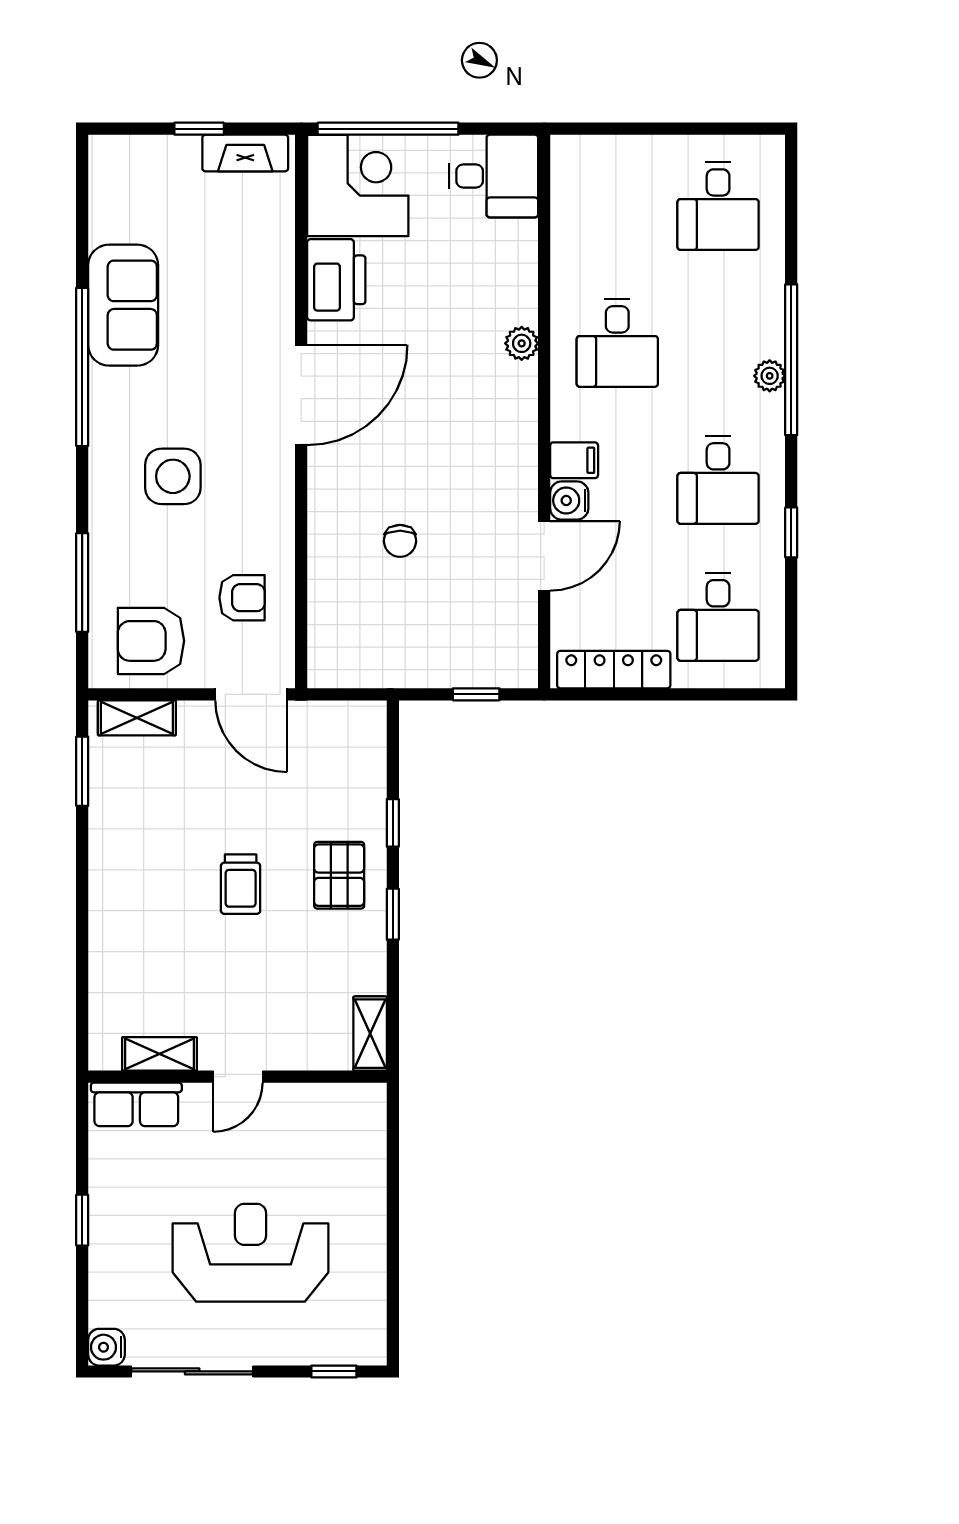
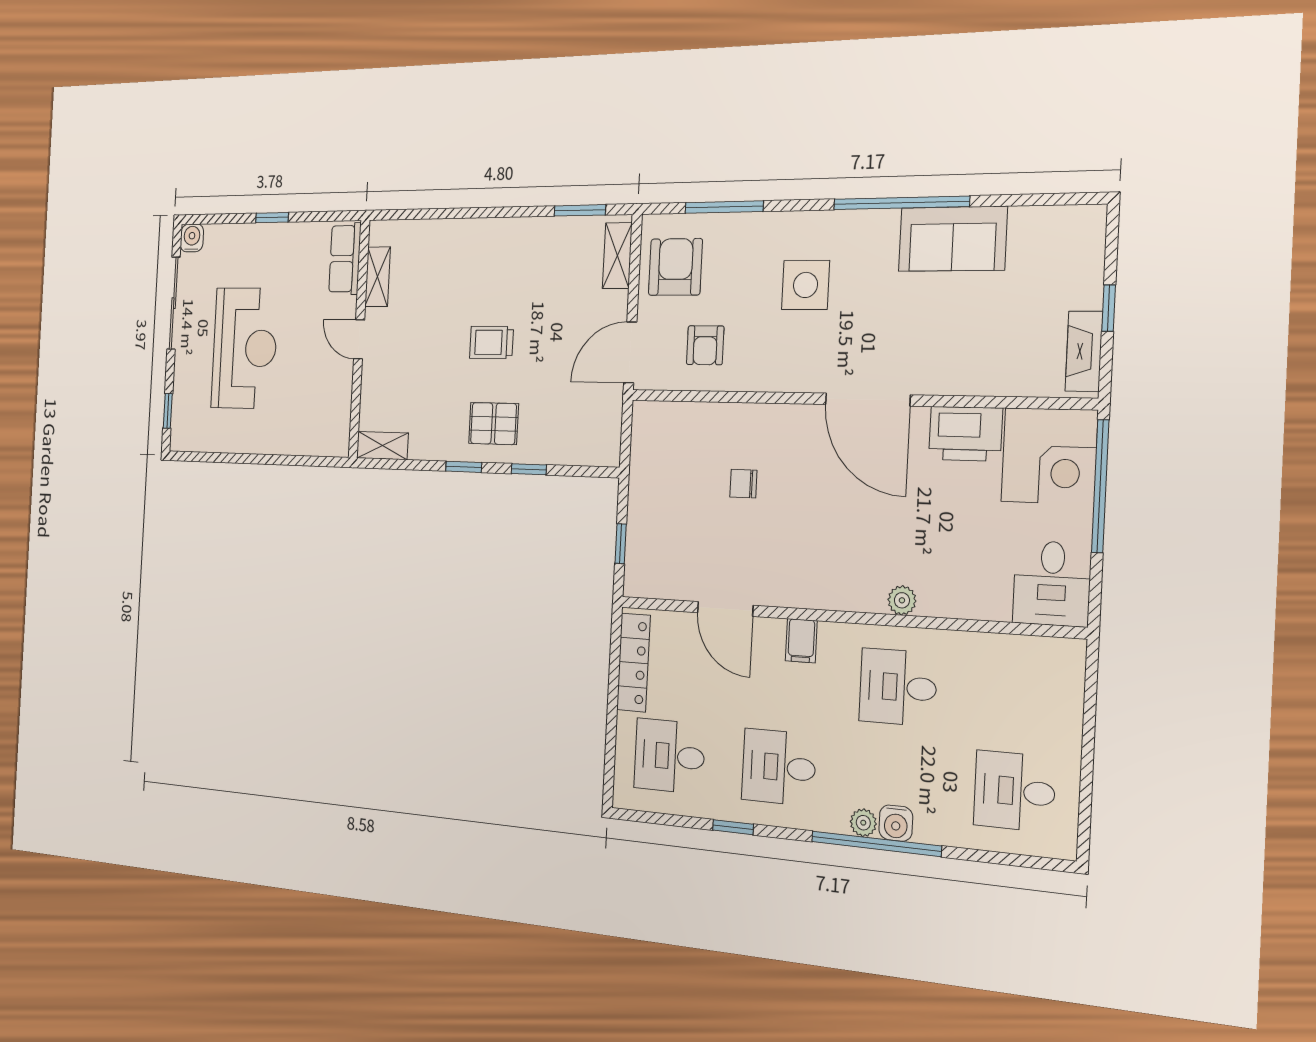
water cooler: (569, 500) -> (896, 823), moved, turned 180

